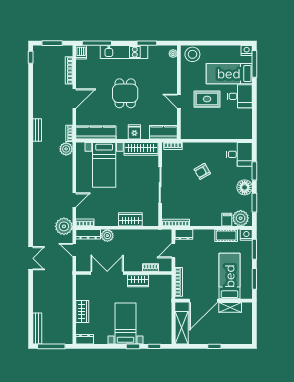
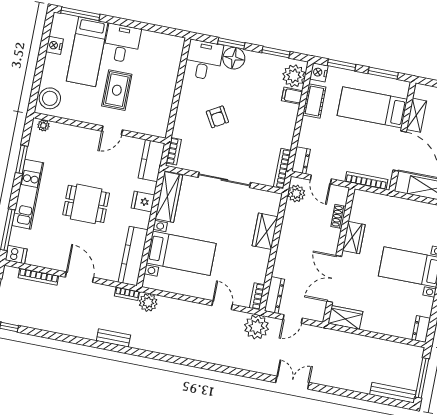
nightstand: (247, 51) -> (55, 45), moved
floor lamp: (245, 187) -> (234, 58), moved
plant: (107, 236) -> (296, 193), moved
wardrobe: (82, 312) -> (345, 317), moved

